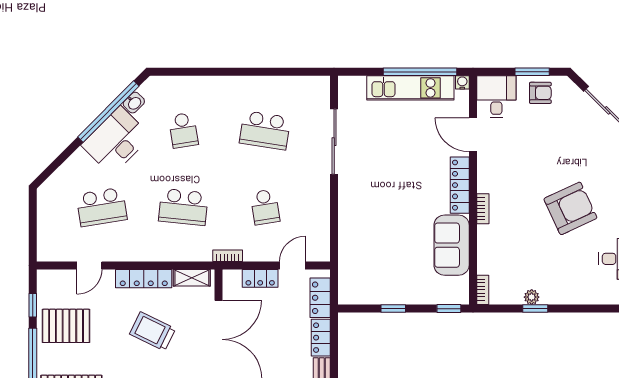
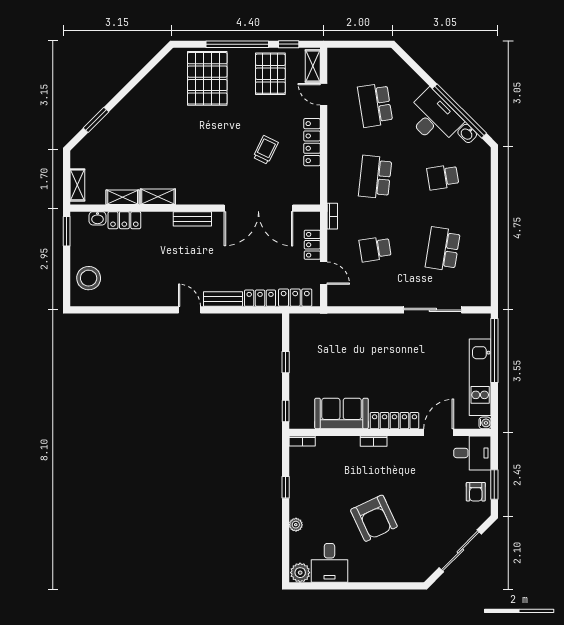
window: (420, 72) -> (494, 350), moved
shelving: (192, 278) -> (313, 66), moved
plant: (532, 297) -> (296, 525), moved
trolley: (152, 331) -> (266, 150), width x0.73, depth x0.72

